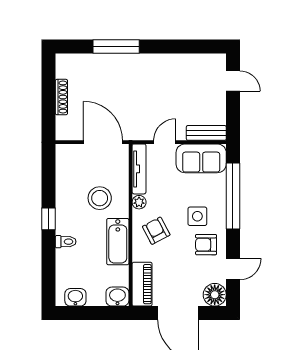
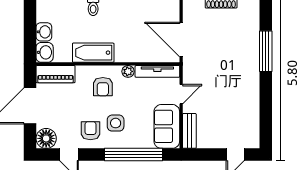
door: (103, 142) -> (181, 40), swing flipped
door: (165, 142) -> (181, 94), hinge flipped
stool: (100, 198) -> (132, 37), removed
armchair: (156, 231) -> (103, 87), turned 118
washbasin: (75, 297) -> (44, 32), moved

